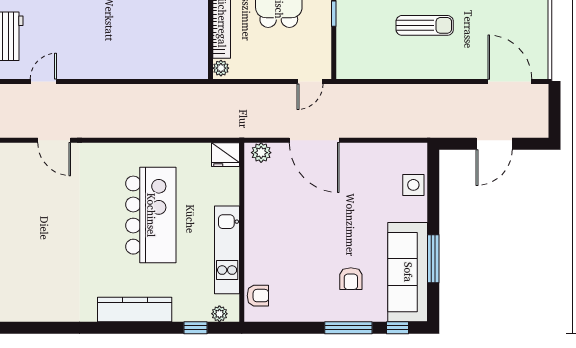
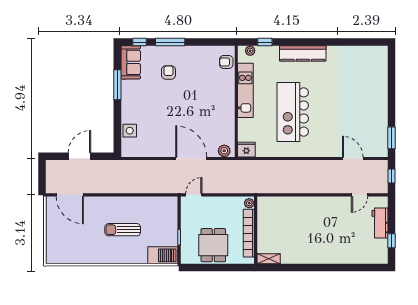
sofa: (408, 272) -> (131, 62), width x0.54, depth x0.79

